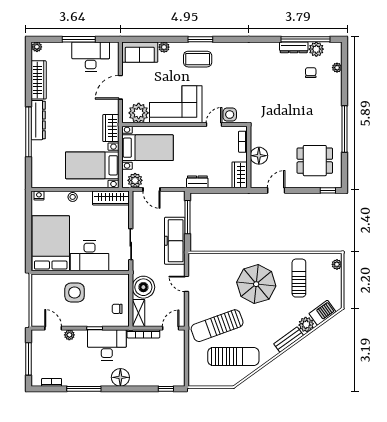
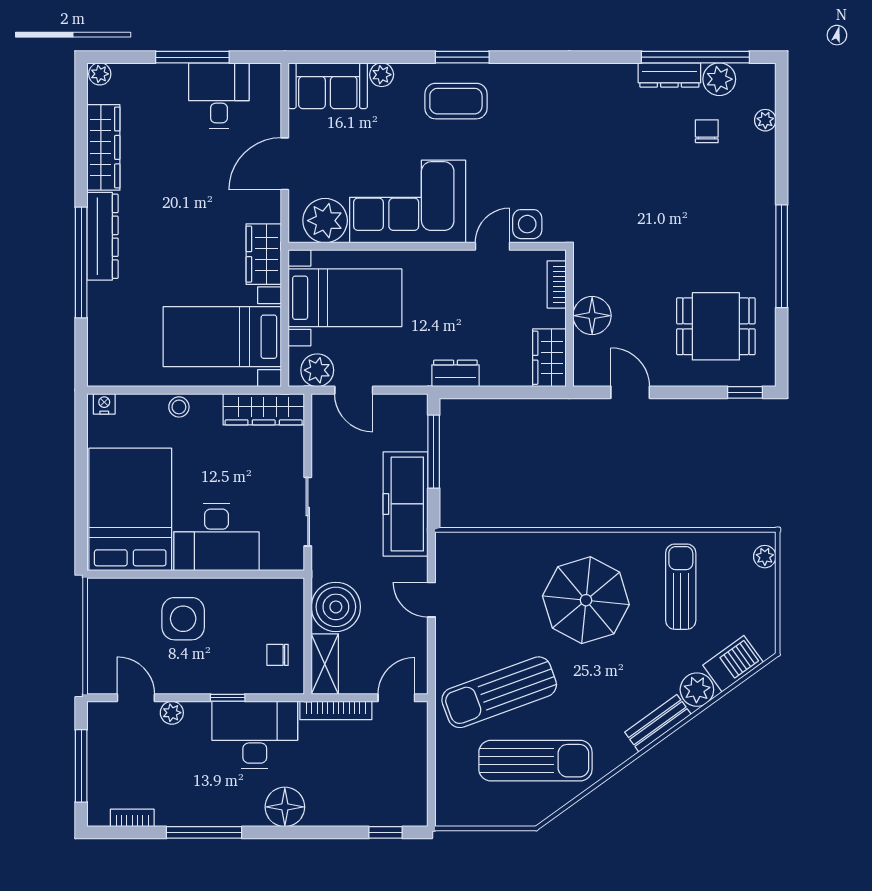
desk: (91, 56) -> (219, 95), width x0.73
door: (276, 190) -> (630, 392), hinge flipped

